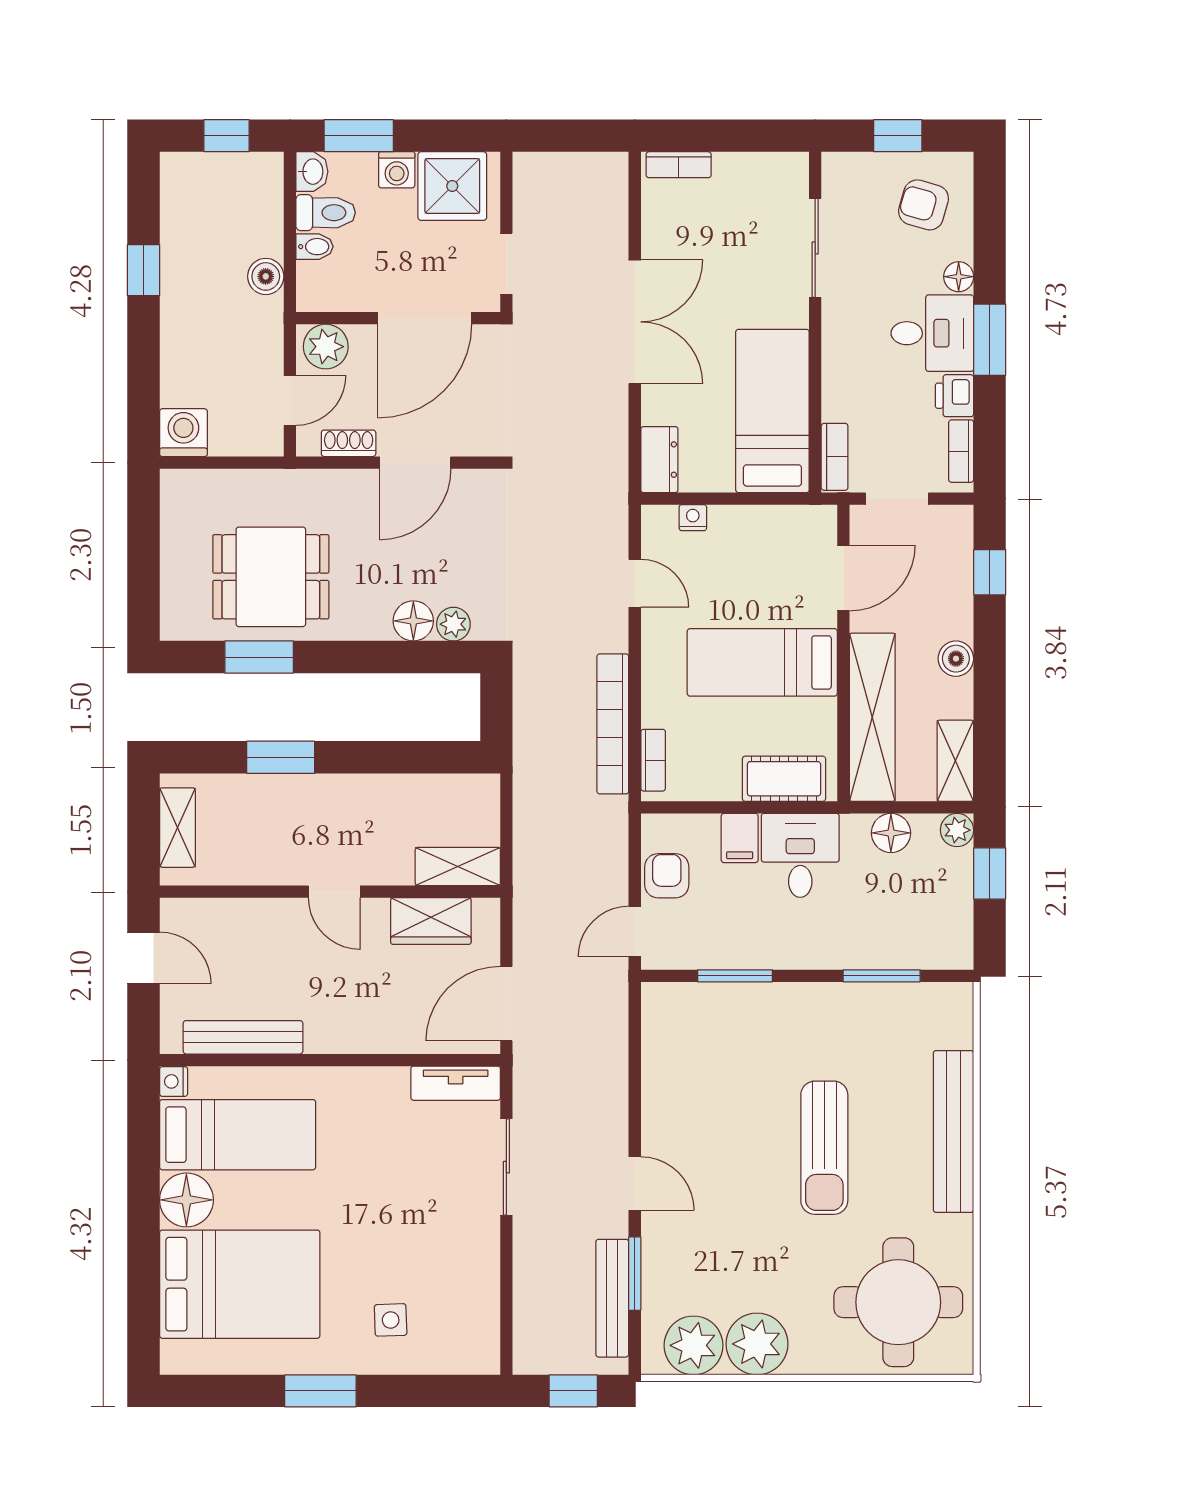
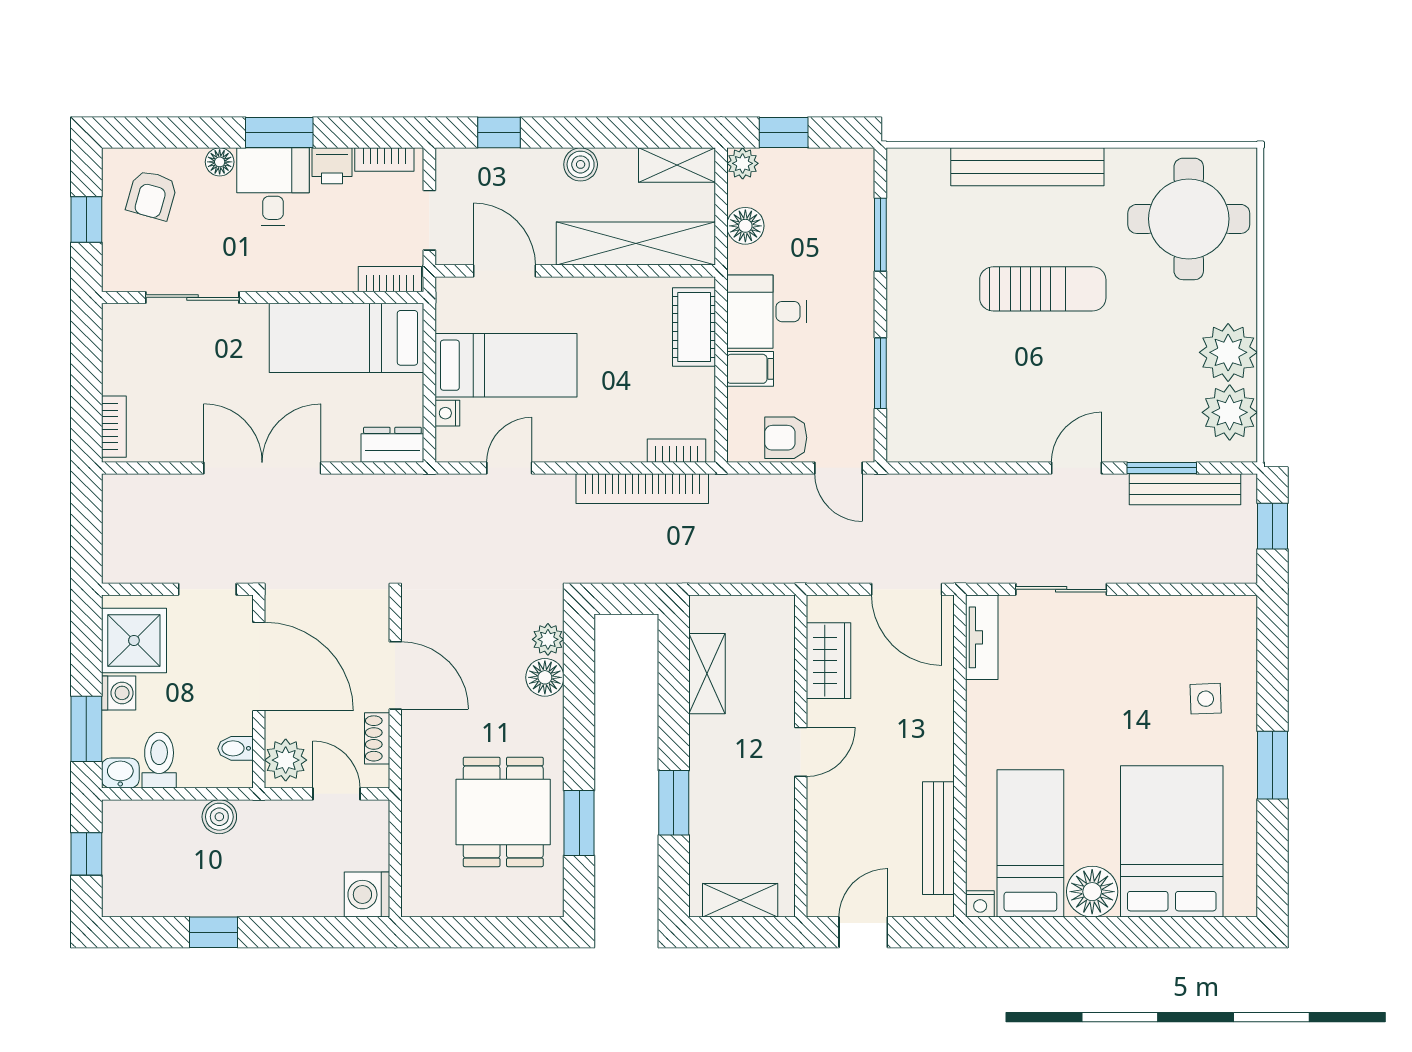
bidet: (315, 247) -> (235, 748), moved, turned -90
bed: (762, 662) -> (506, 365), moved, turned -90
shelving: (458, 866) -> (707, 674), moved

